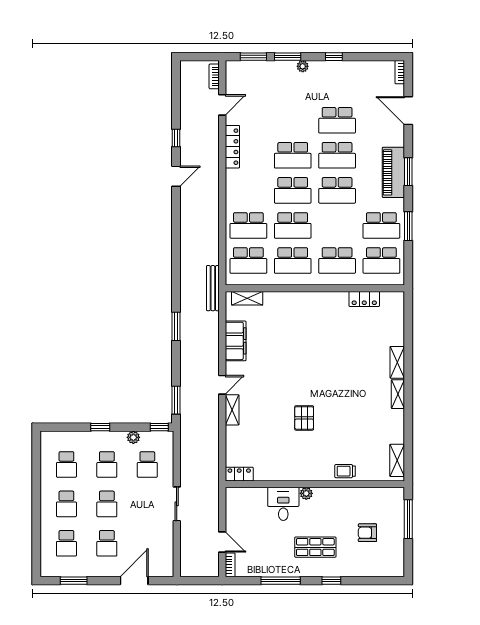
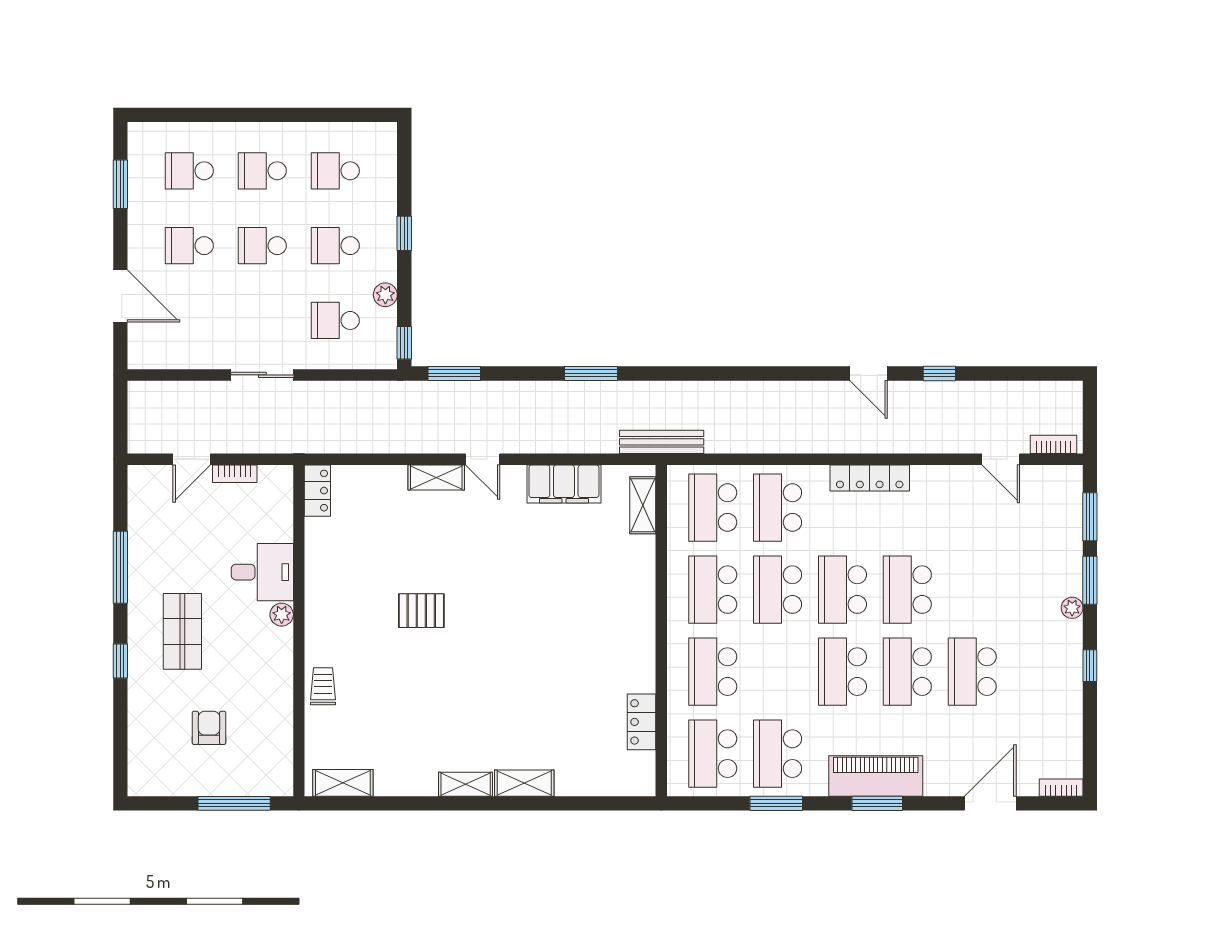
locker: (232, 147) -> (870, 478), moved
bookcase: (230, 565) -> (235, 474), moved

